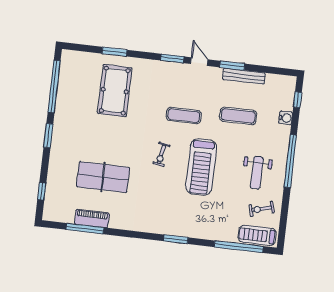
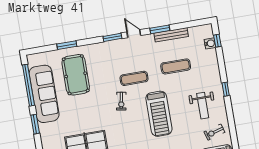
sofa: (70, 102) -> (44, 94), added
water cooler: (286, 118) -> (210, 43), moved
exercise bike: (161, 154) -> (121, 101), moved
window: (290, 161) -> (226, 89), width x0.32

